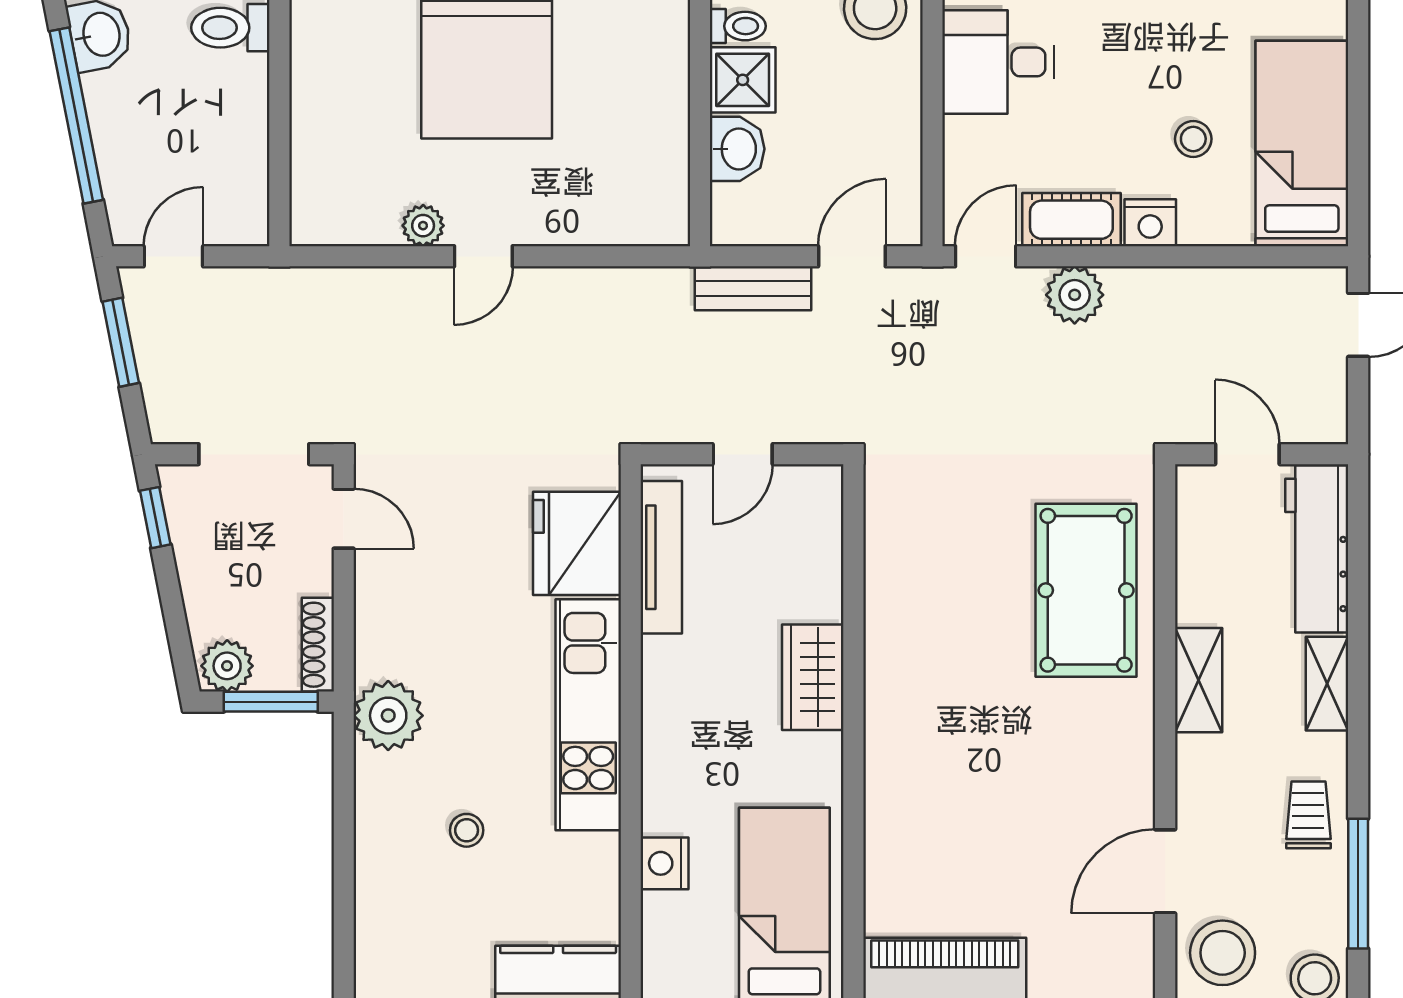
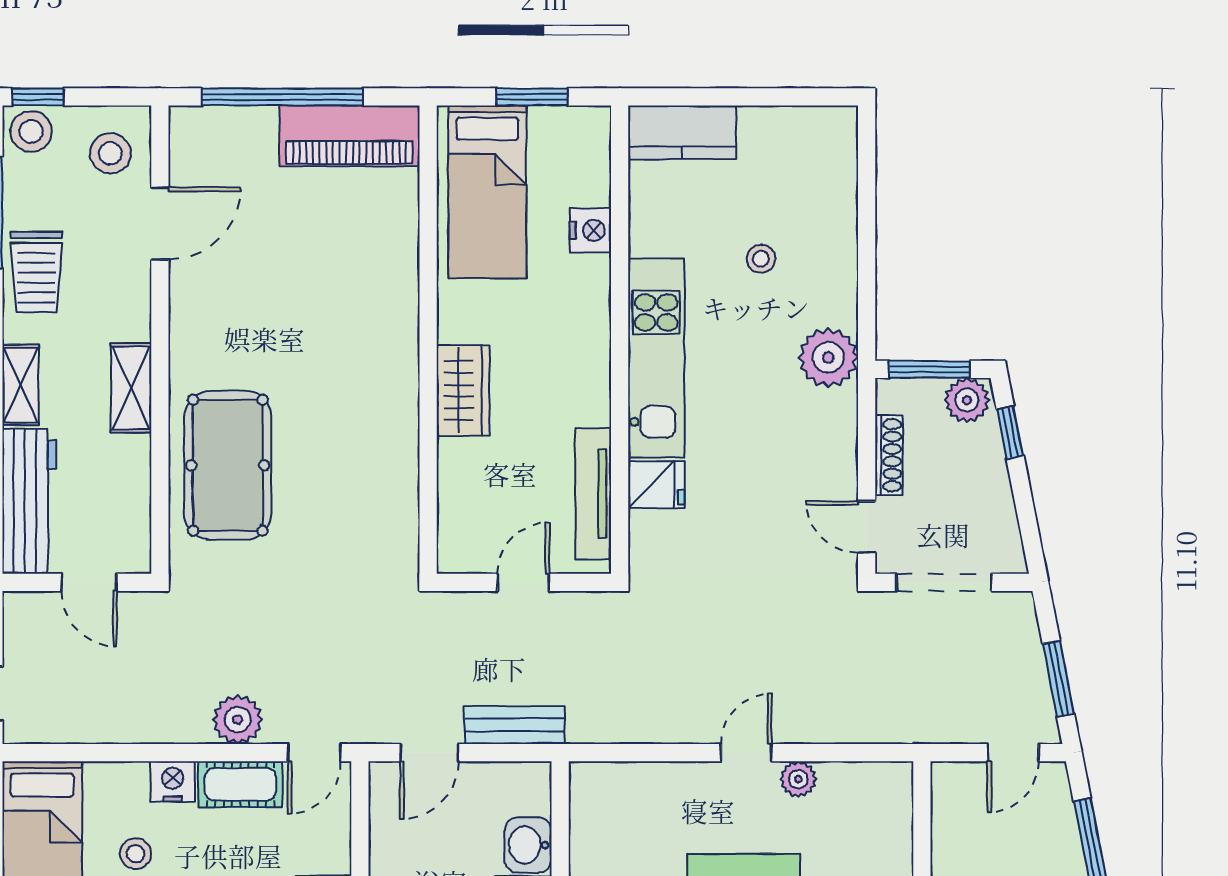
window: (155, 518) -> (1010, 432), moved
fridge: (577, 543) -> (656, 485), width x0.53, depth x0.75
shoe rack: (318, 645) -> (889, 455), moved
trolley: (1308, 815) -> (36, 272), width x1.36, depth x1.39
stool: (1223, 953) -> (110, 153), width x0.73, depth x0.73

